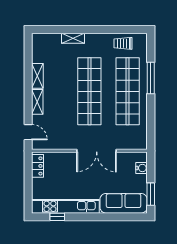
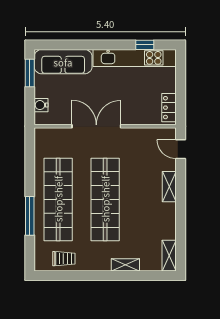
shelving: (37, 76) -> (169, 256), moved

